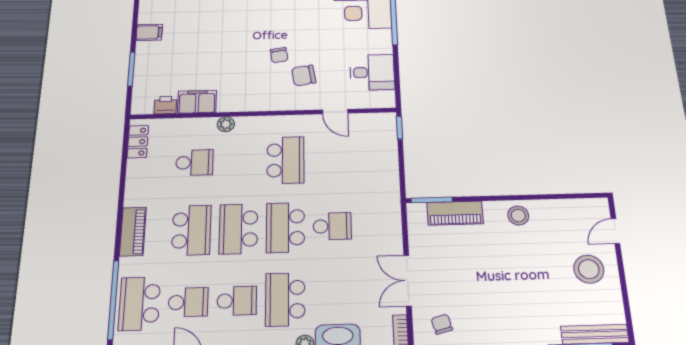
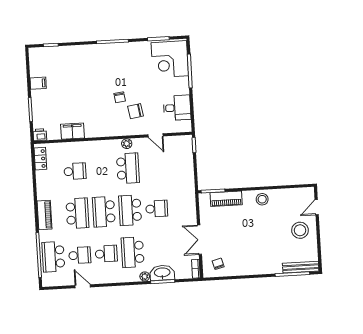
printer: (165, 105) -> (40, 135), moved
plant: (226, 124) -> (127, 144), moved

